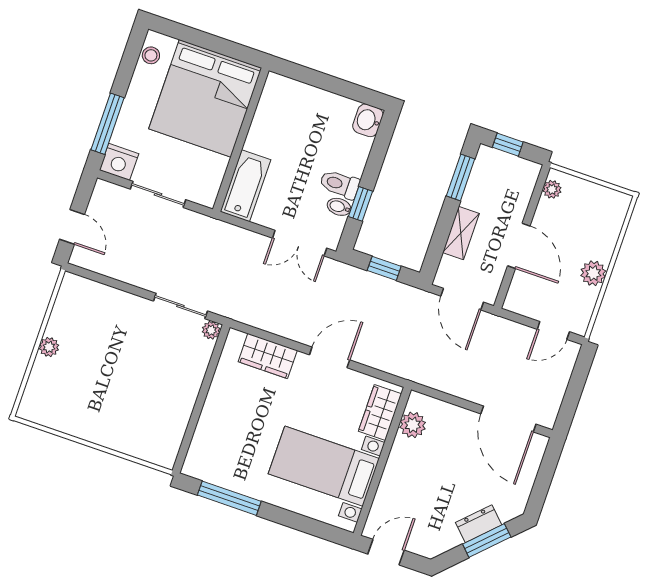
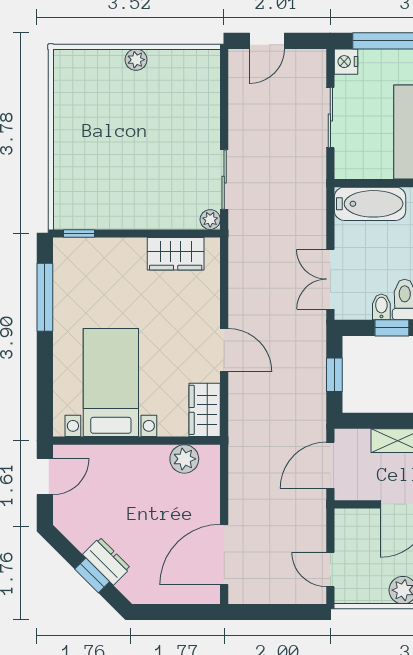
nightstand: (119, 162) -> (346, 62), width x0.74, depth x0.75
wardrobe: (268, 356) -> (176, 254), moved, turned -90
wardrobe: (380, 412) -> (205, 410), moved, turned -90
window: (184, 449) -> (79, 233), added
window: (487, 541) -> (92, 575), width x0.67
door: (386, 552) -> (45, 476), hinge flipped

